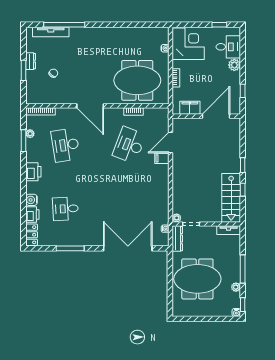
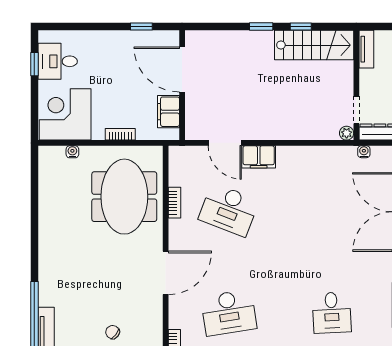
desk: (228, 47) -> (58, 61), moved, turned -90
plant: (234, 65) -> (99, 40), removed
filing cabinet: (162, 158) -> (259, 157), width x2.00

